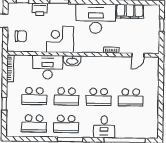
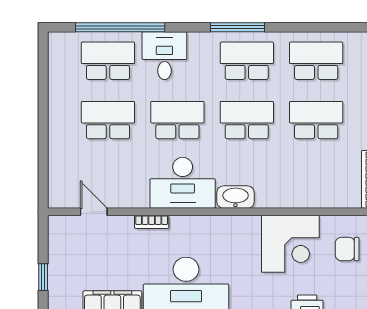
corner desk: (60, 39) -> (290, 244), moved
door: (138, 55) -> (94, 212), hinge flipped
desk: (48, 67) -> (183, 183), moved
school desk: (130, 125) -> (108, 61), added

